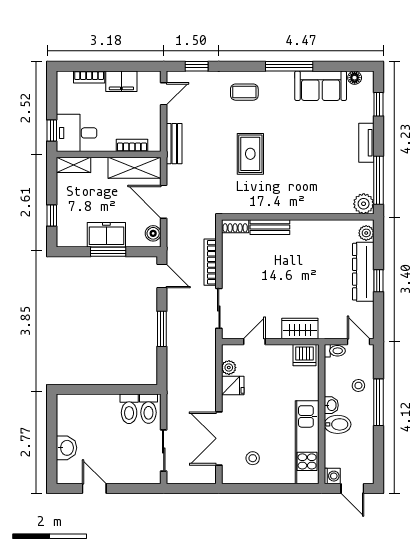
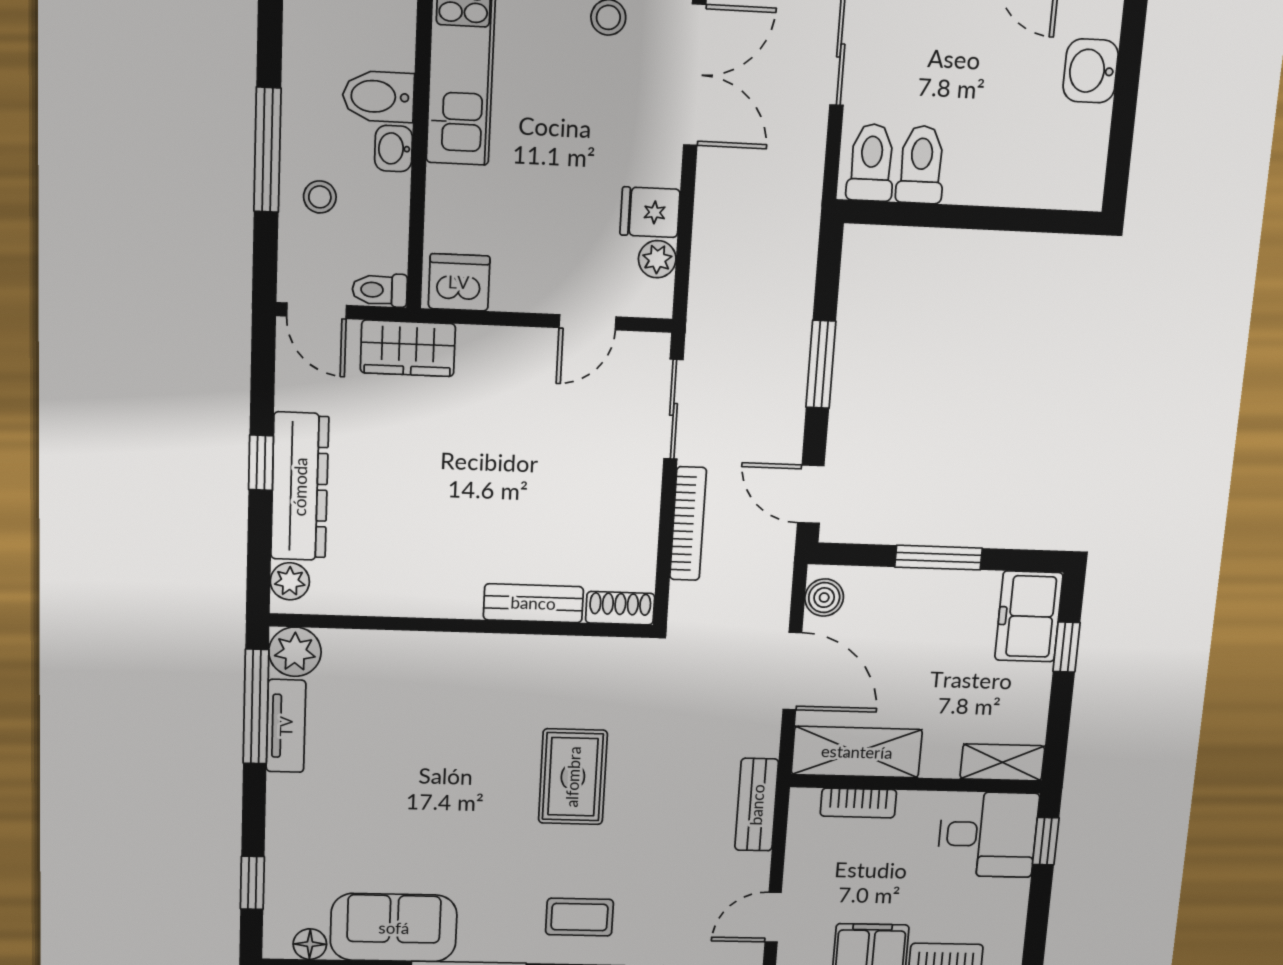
tv unit: (366, 143) -> (286, 726), moved
freezer: (106, 235) -> (1029, 616), moved, turned 90
wardrobe: (300, 328) -> (408, 348), moved

